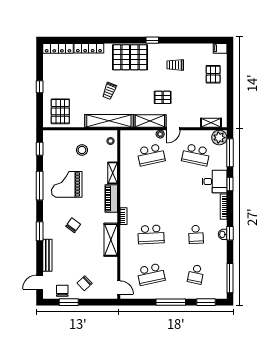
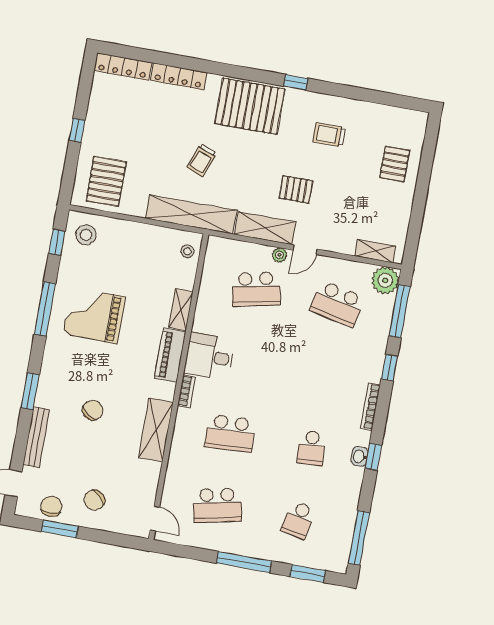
filing cabinet: (220, 48) -> (416, 119), removed
stool: (82, 150) -> (86, 235), moved
desk: (214, 182) -> (209, 356), moved, turned 180
chair: (73, 225) -> (93, 410), moved

